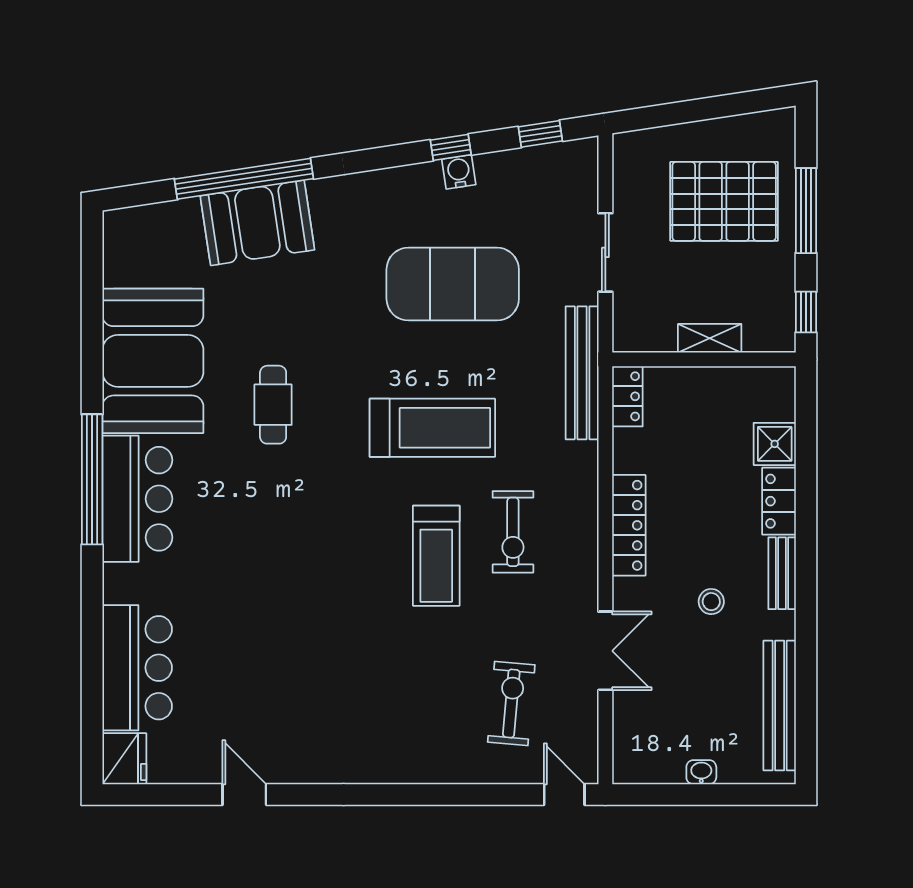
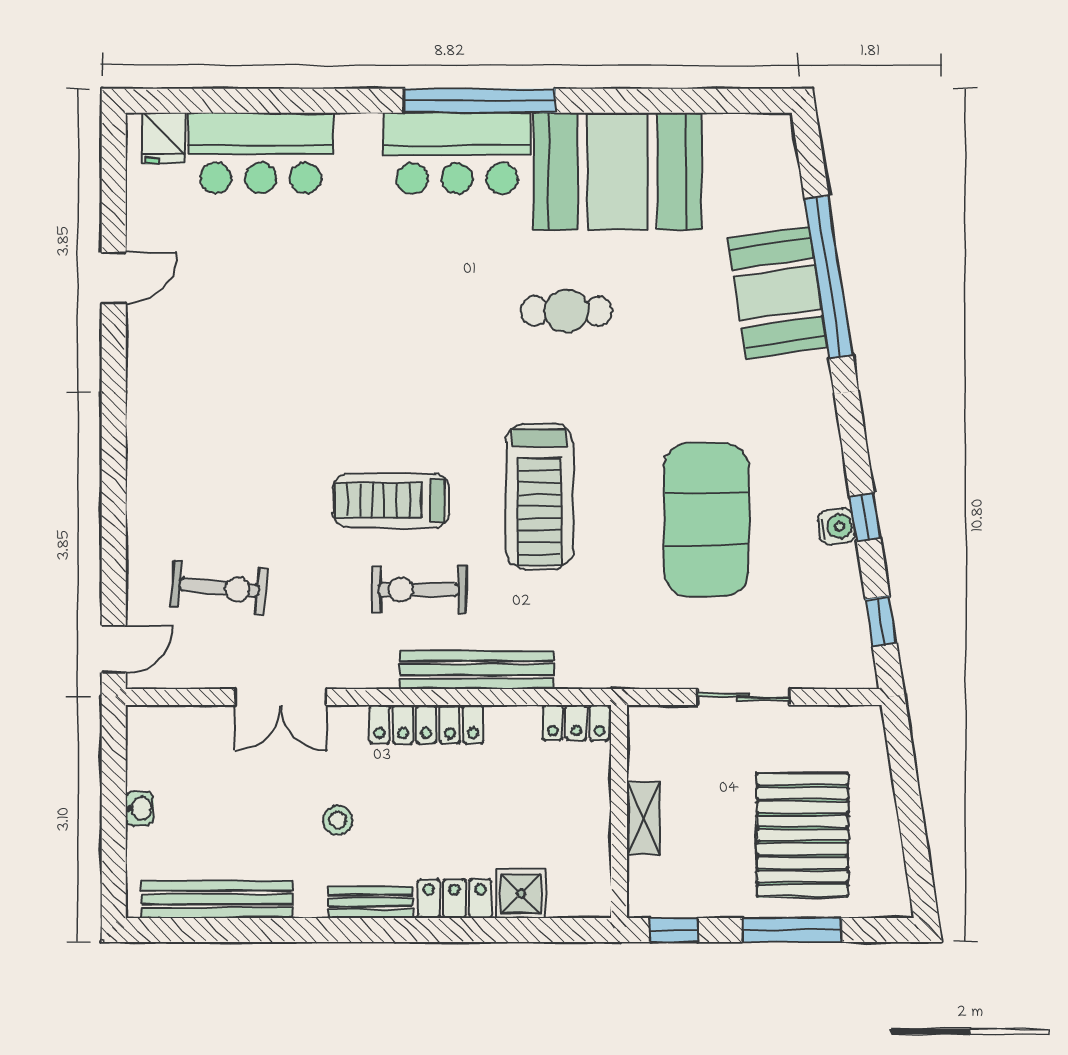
bench: (582, 373) -> (477, 670), moved
fridge: (124, 759) -> (163, 138), width x0.72

